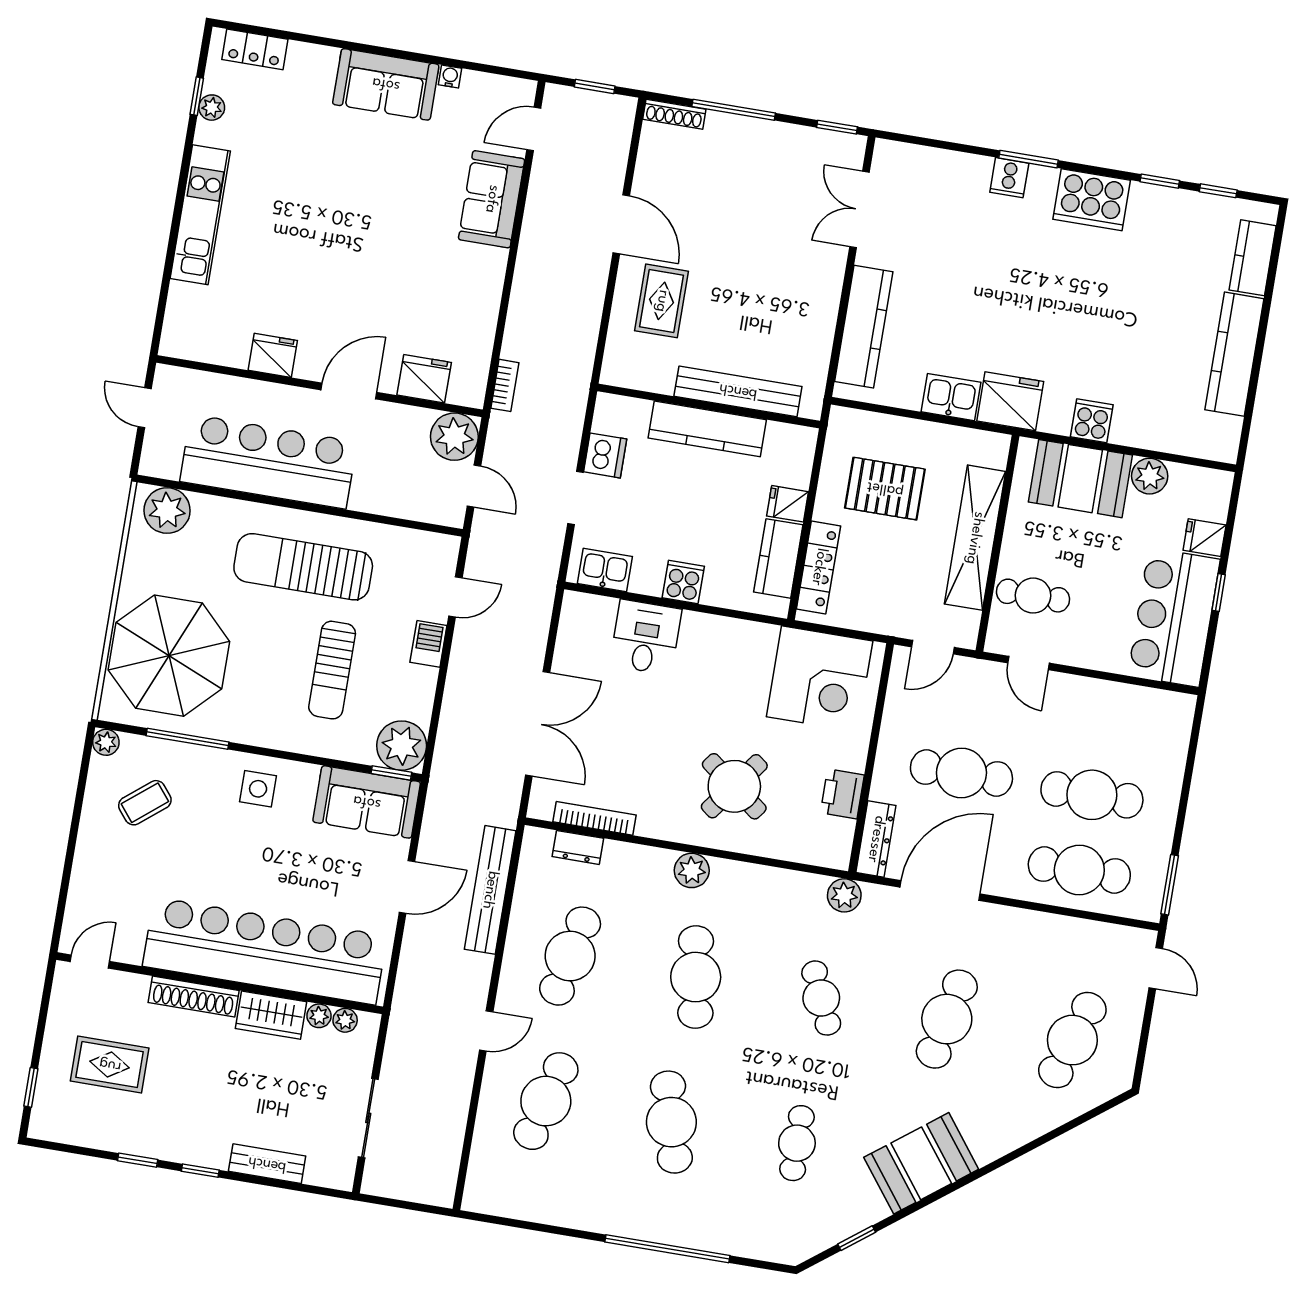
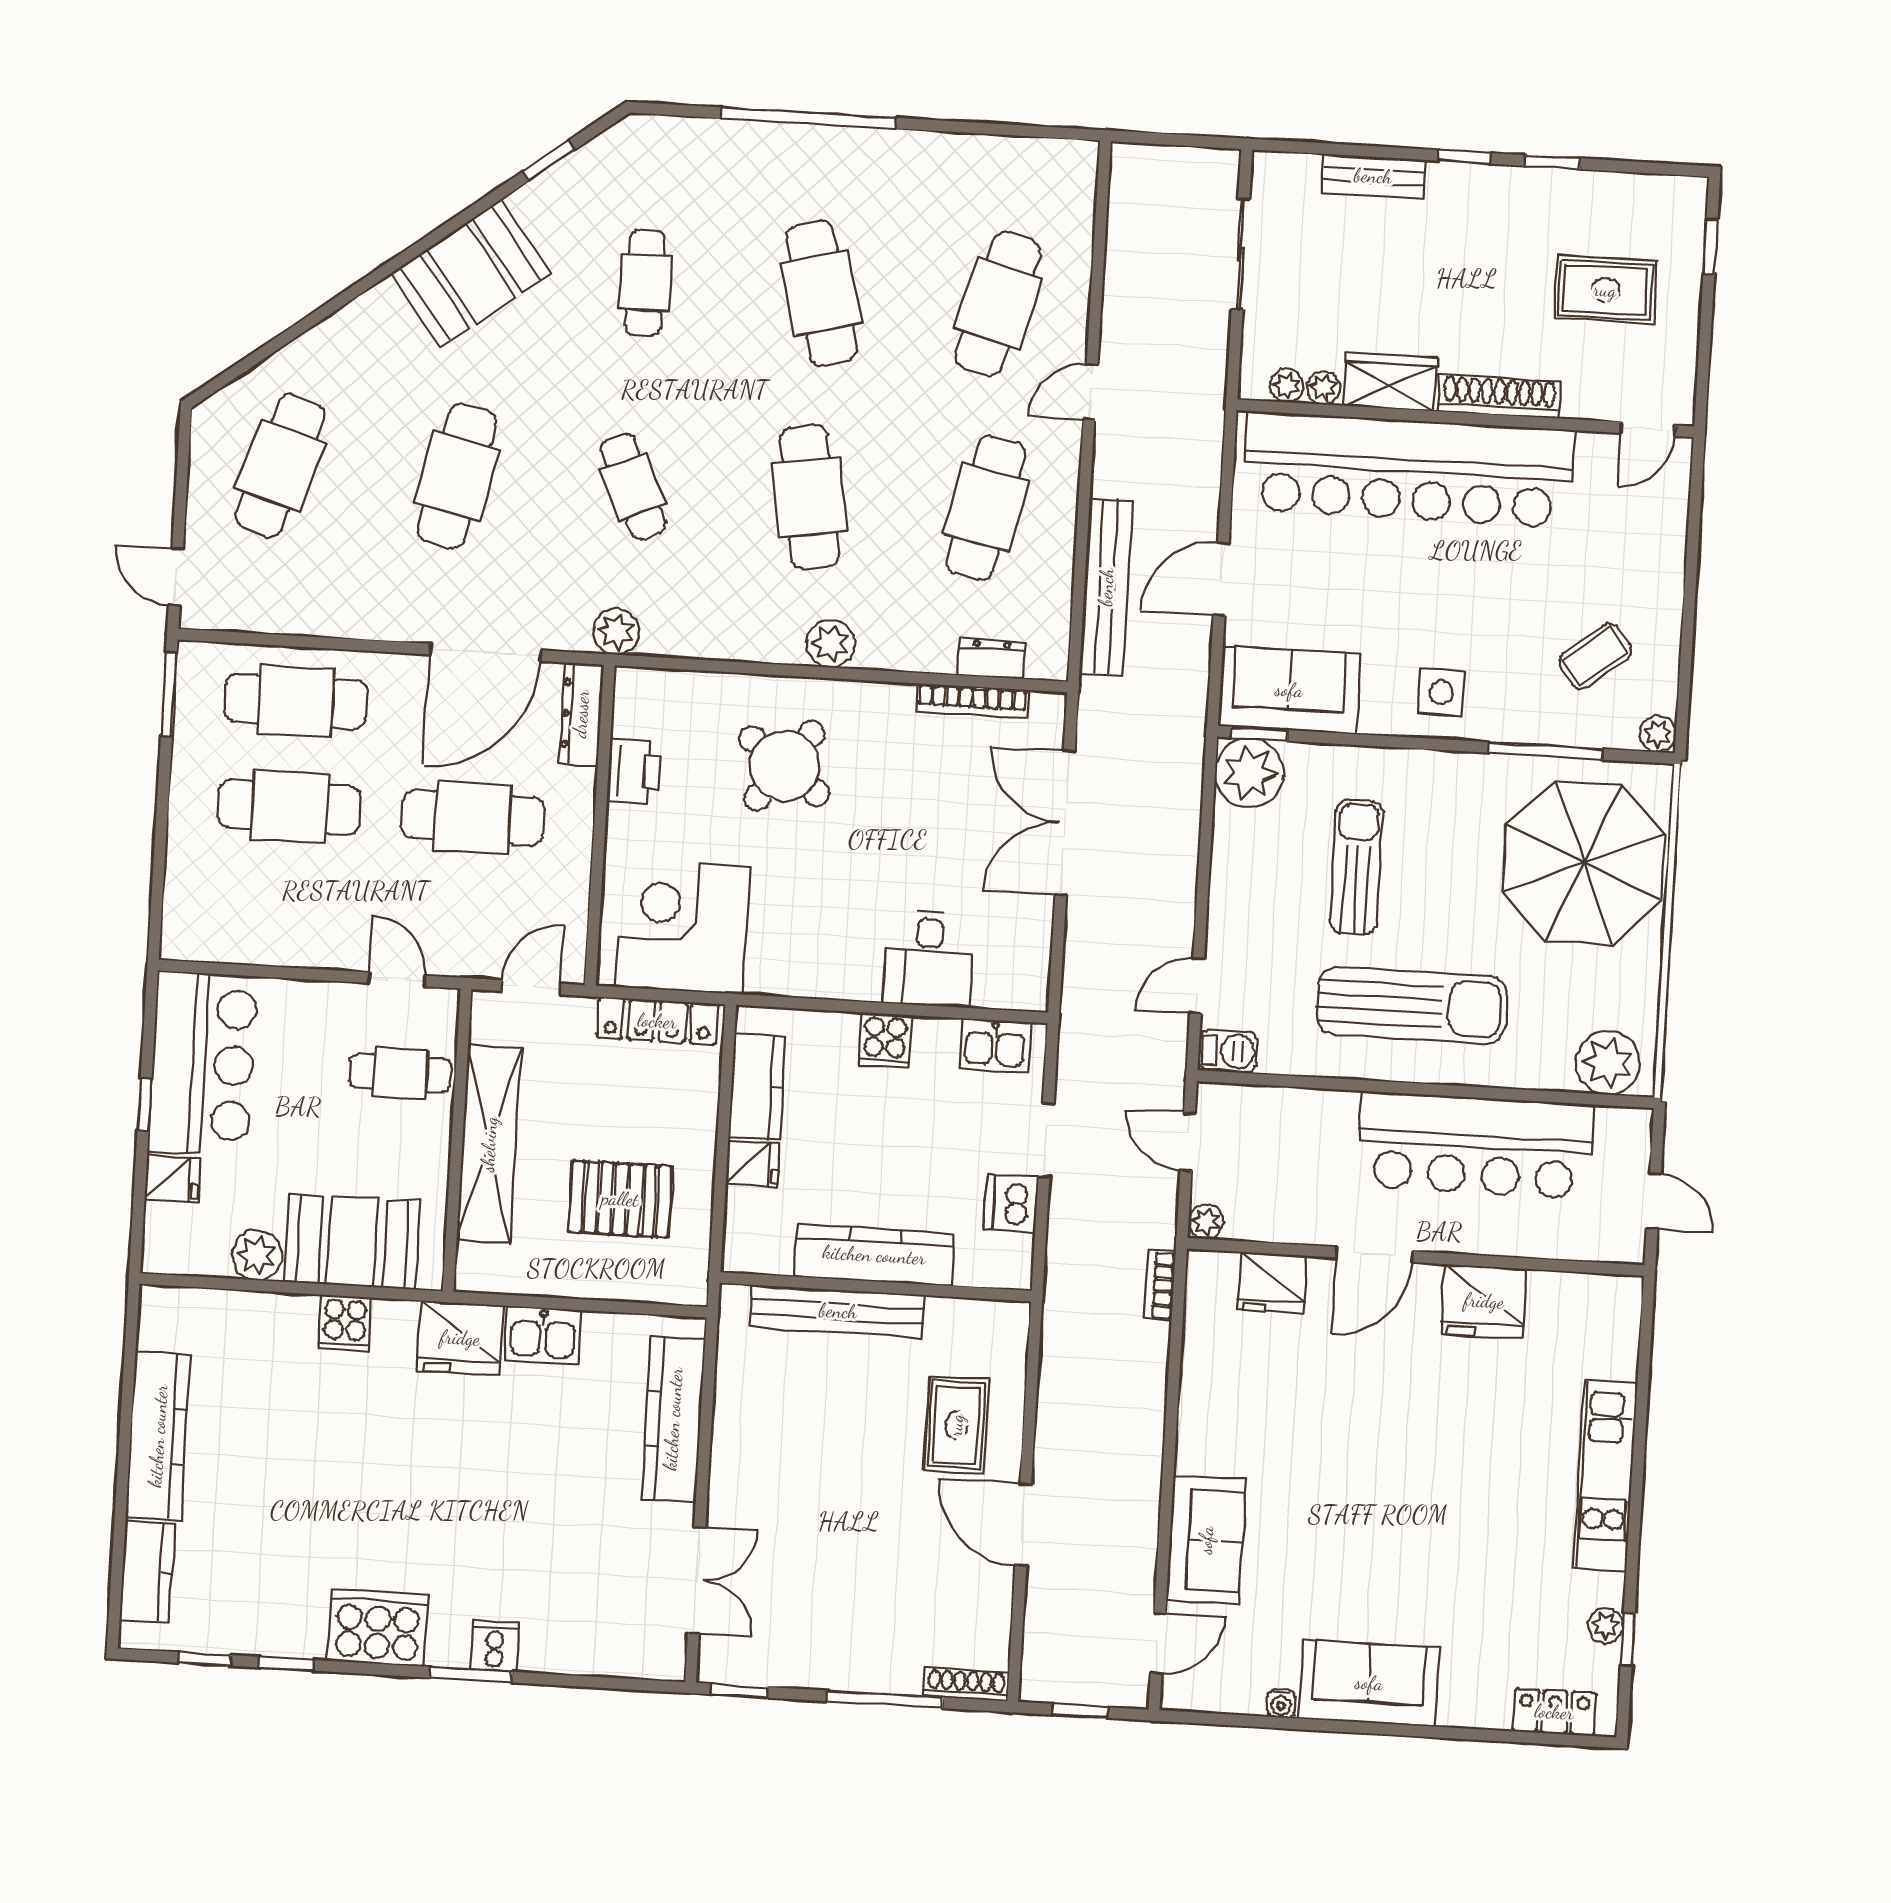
fridge: (273, 355) -> (1484, 1301), width x1.36, depth x1.34
plant: (454, 437) -> (1206, 1222), width x0.53, depth x0.53
locker: (819, 567) -> (657, 1021), moved, turned -90
barbecue: (428, 644) -> (1228, 1051), moved, turned -90

